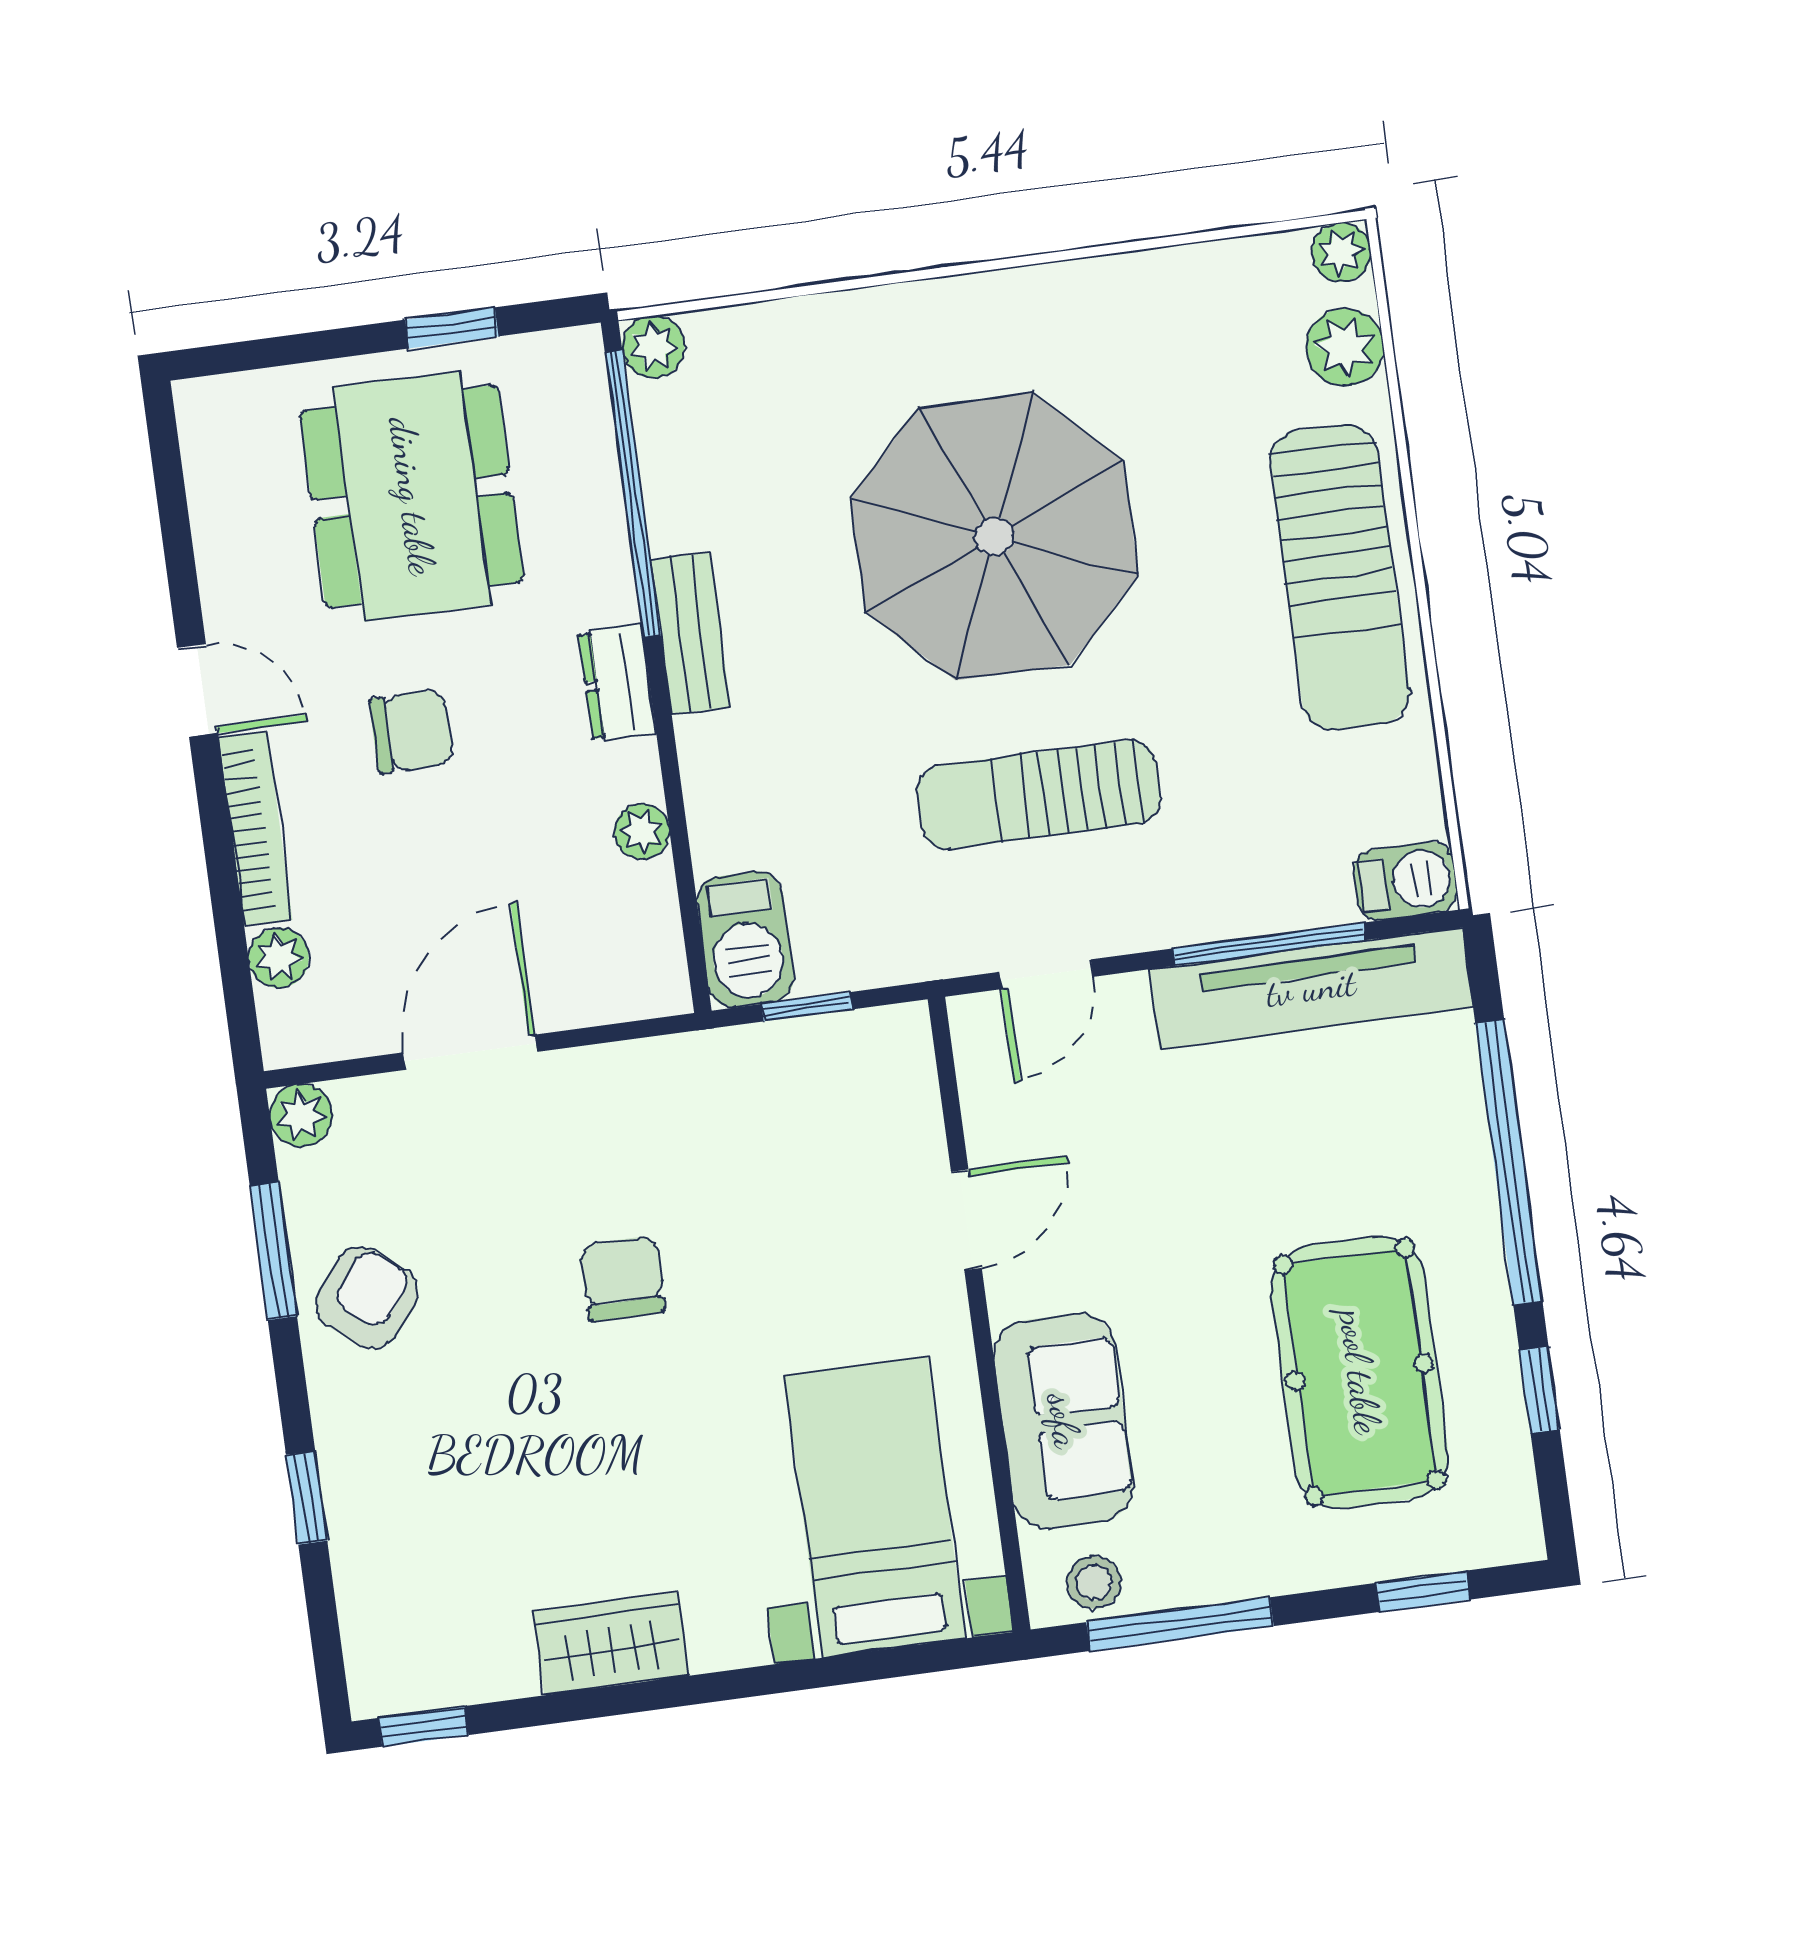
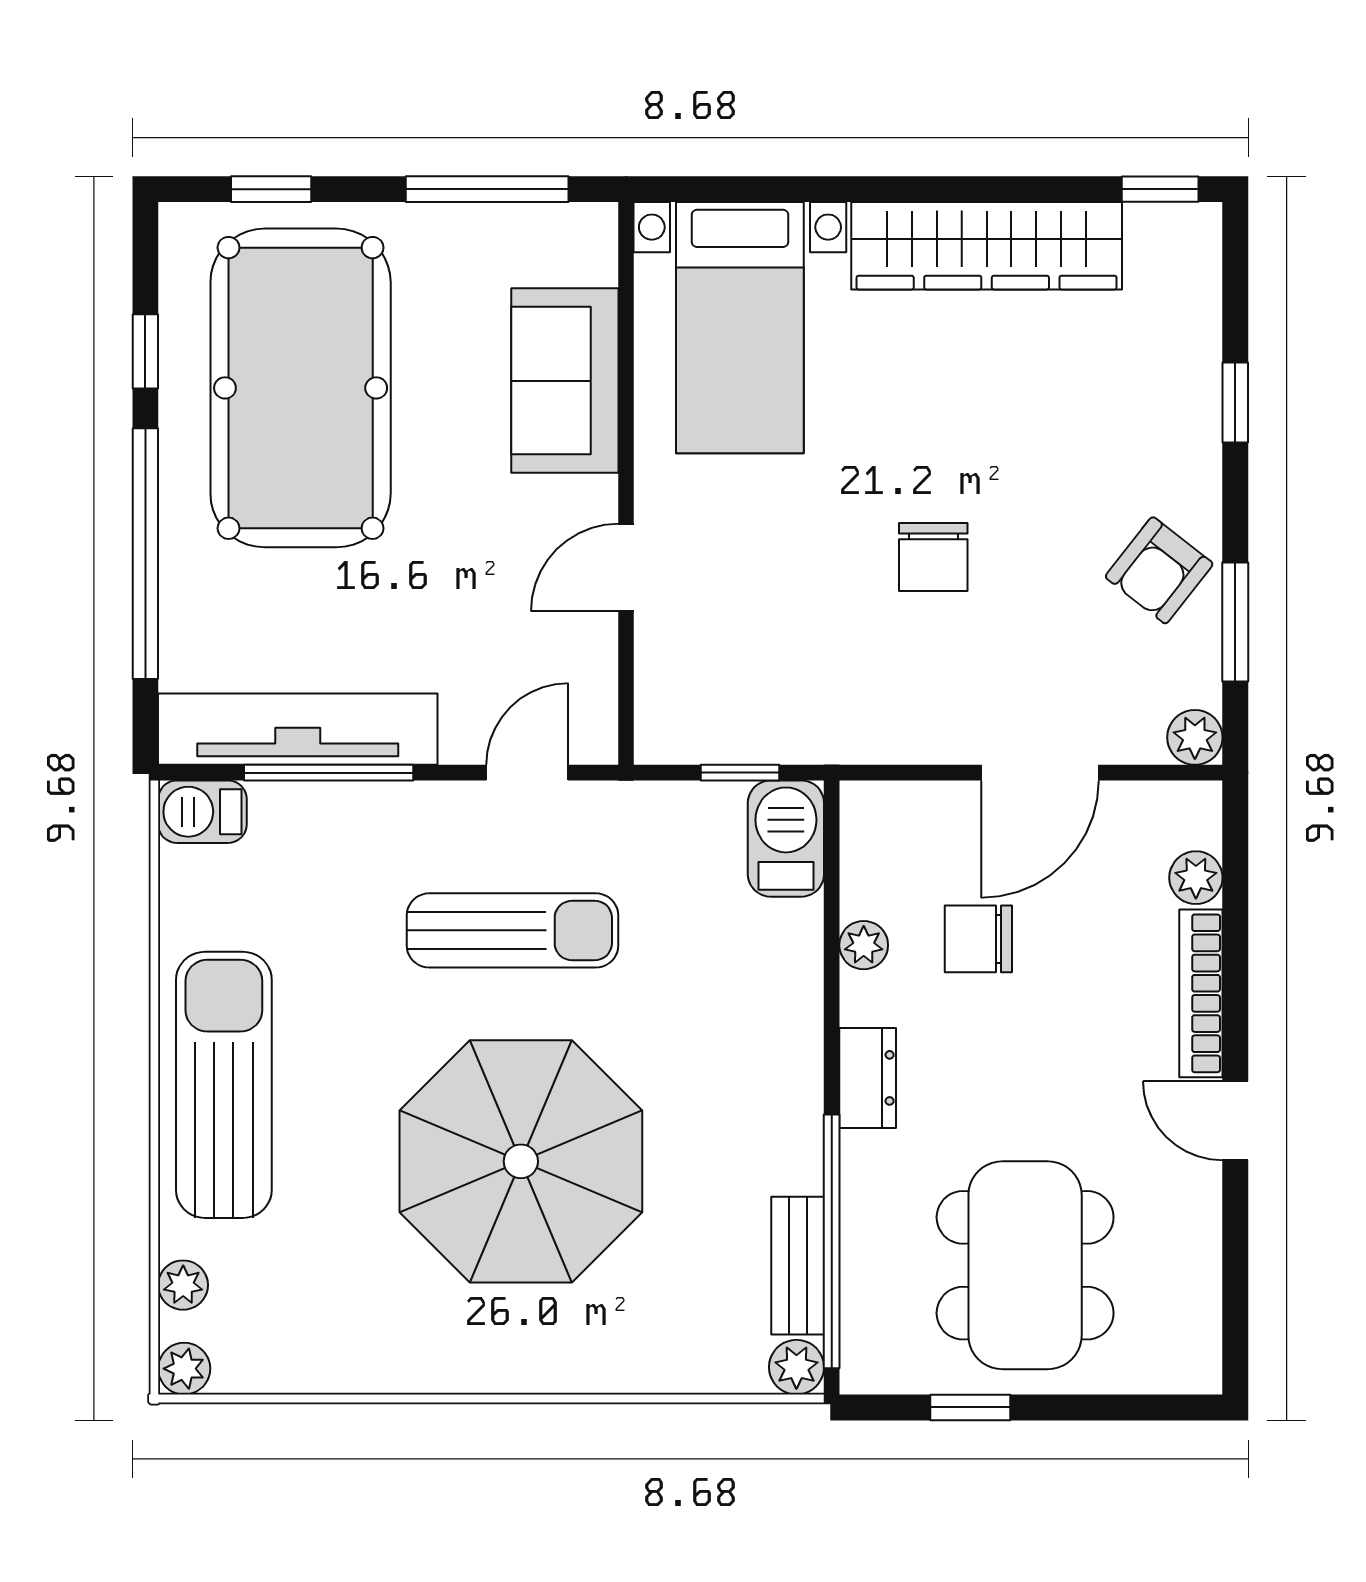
plant: (1345, 347) -> (183, 1285), width x0.73, depth x0.73
bench: (691, 633) -> (798, 1266), moved
chair: (411, 731) -> (978, 939), moved
pool table: (1360, 1372) -> (301, 388), width x1.36, depth x1.32
stool: (1094, 1583) -> (557, 236), removed
wardrobe: (611, 1644) -> (987, 246), width x2.10, depth x1.17

